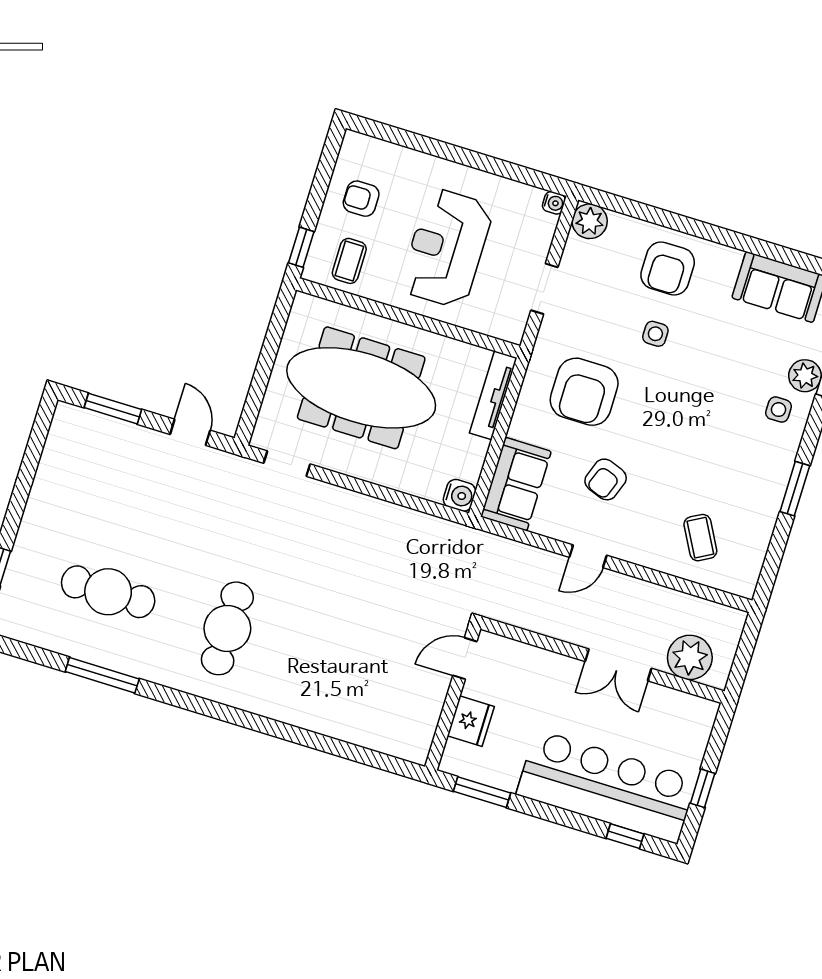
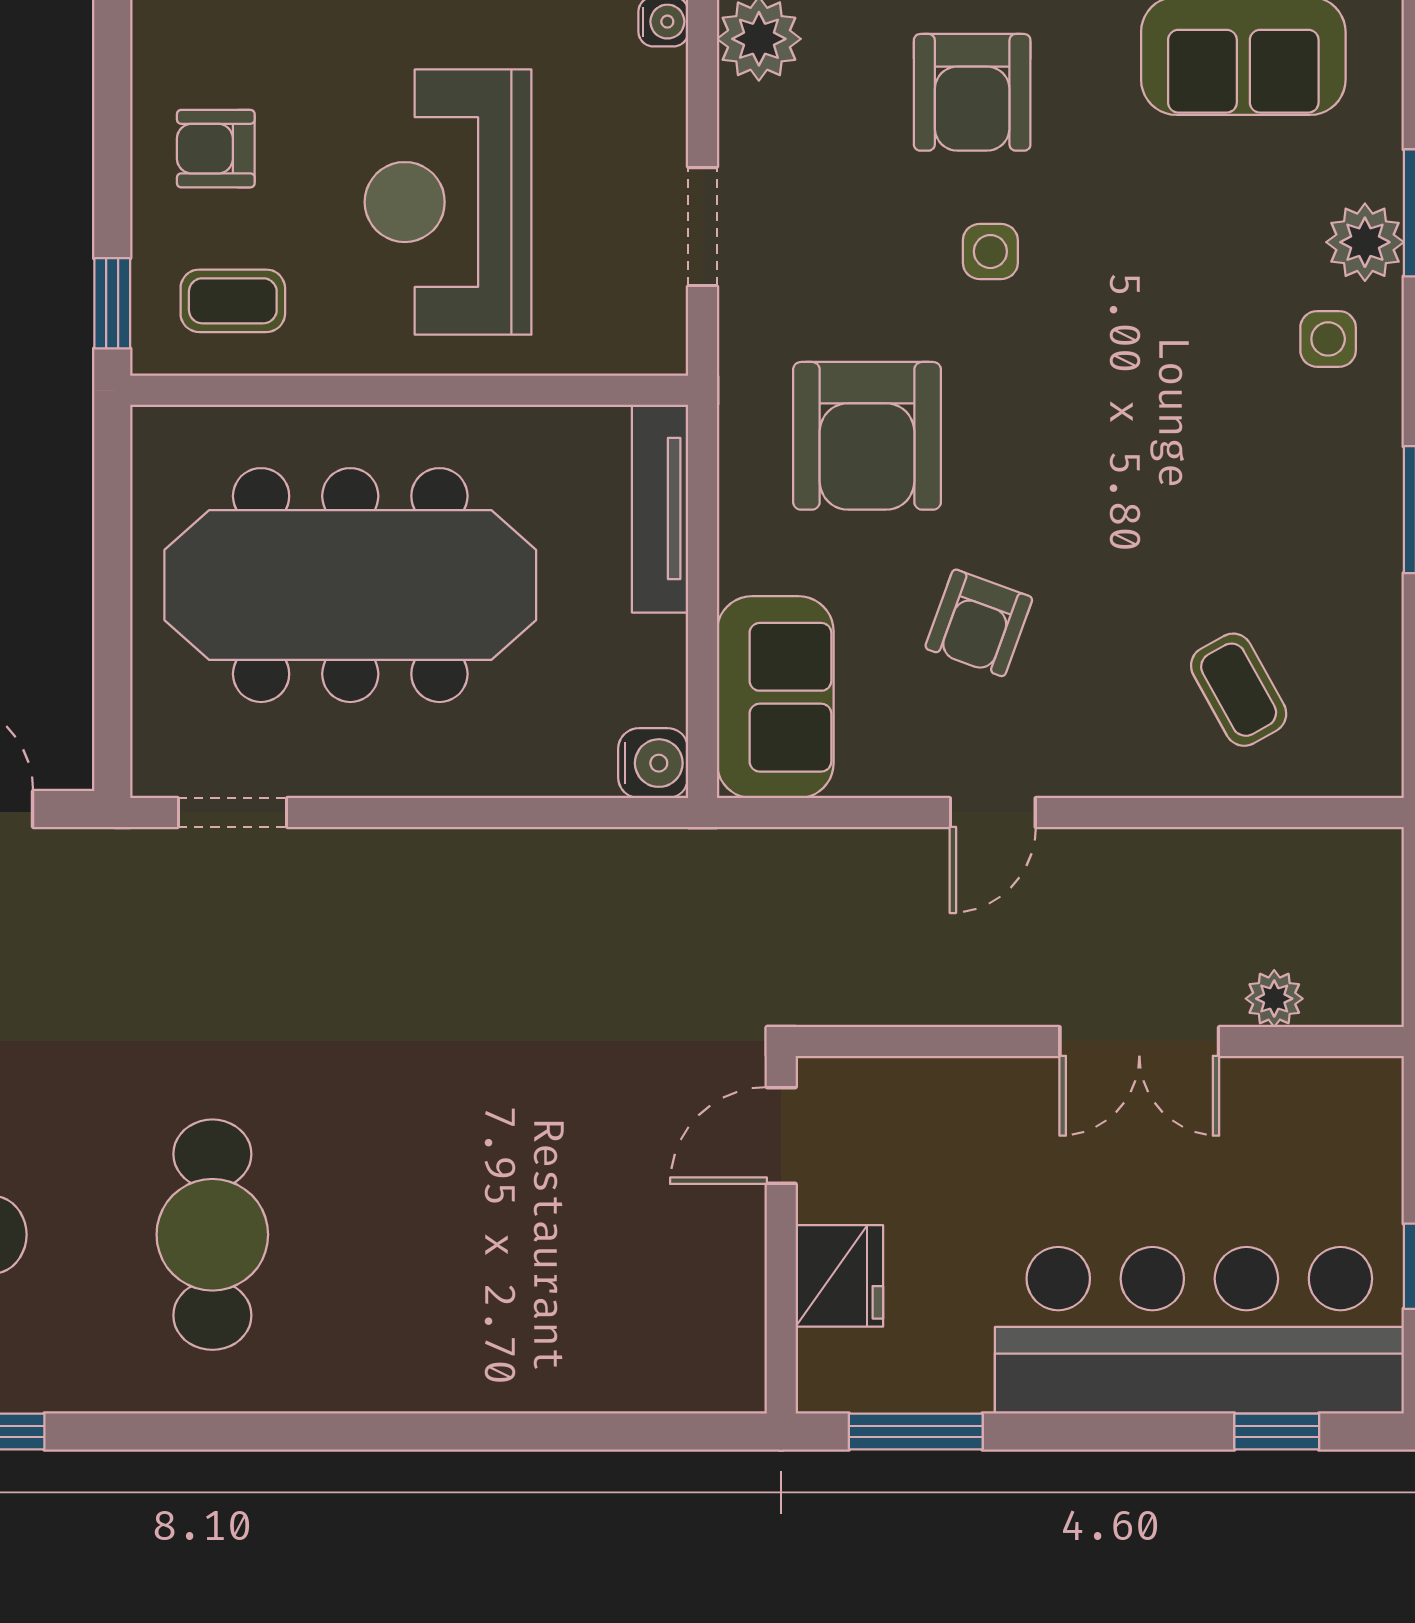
coffee table: (349, 261) -> (233, 301), turned 90
plant: (690, 657) -> (1274, 999), width x0.53, depth x0.53

